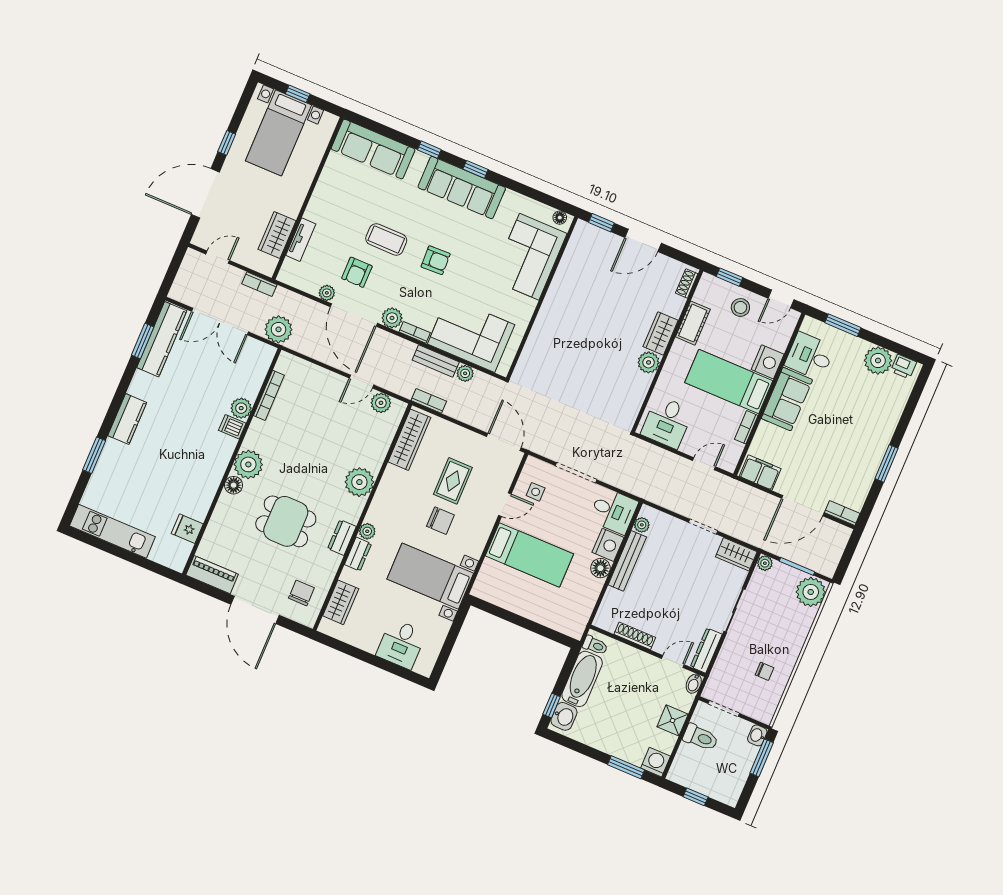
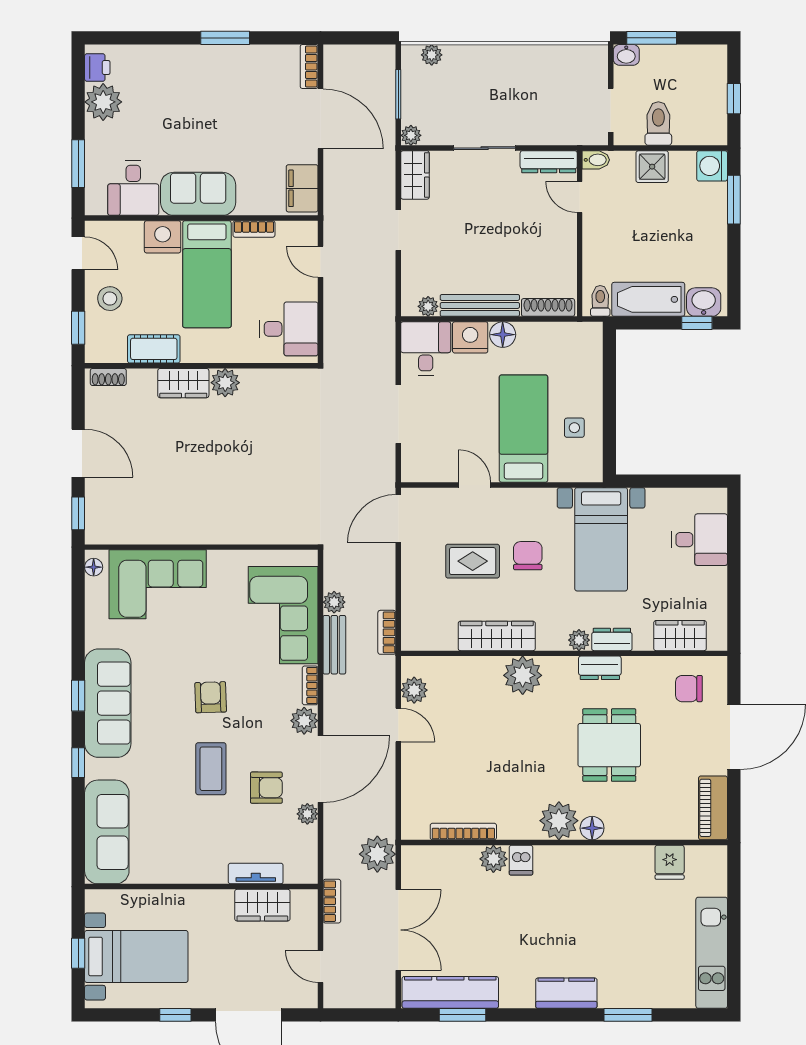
wardrobe: (409, 440) -> (497, 636), moved
side table: (536, 492) -> (574, 428), moved
plant: (811, 592) -> (432, 55), width x0.53, depth x0.53
shoe rack: (635, 636) -> (548, 307), moved, turned 90
chair: (765, 671) -> (544, 79), removed

